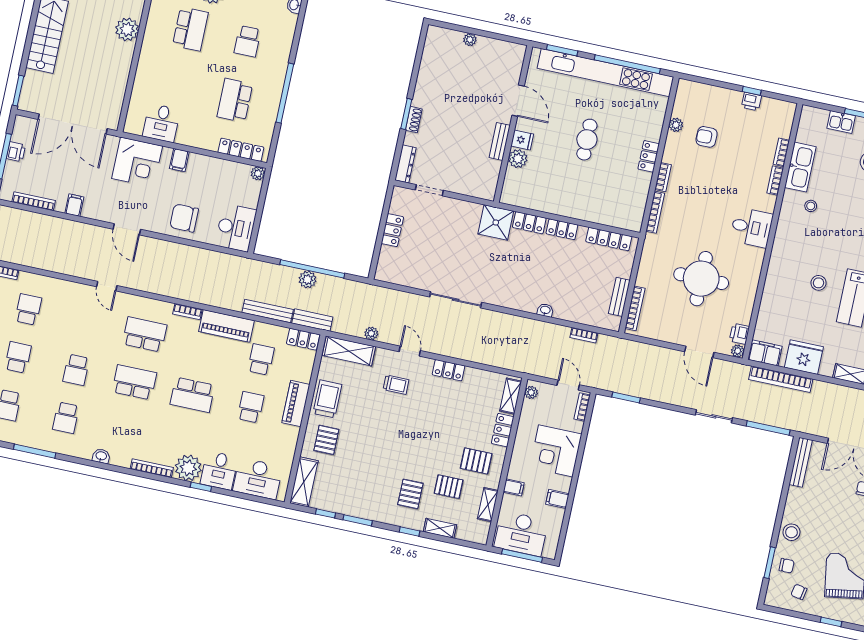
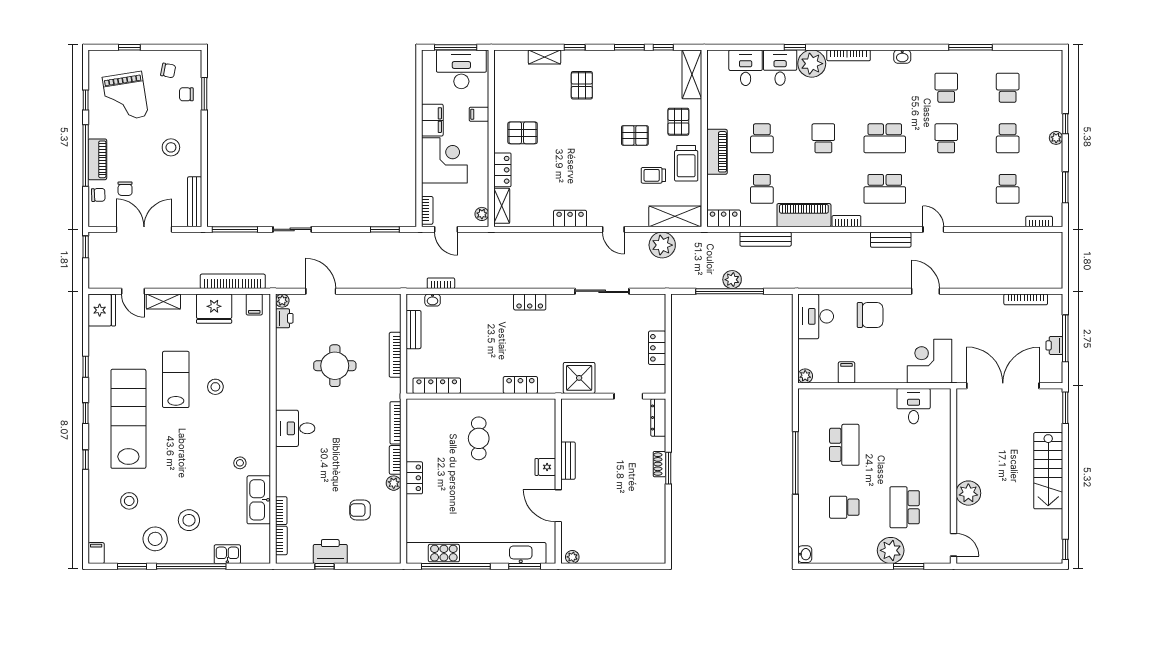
plant: (470, 40) -> (572, 557), moved
school desk: (247, 41) -> (844, 507), turned -90
printer: (751, 101) -> (330, 552), width x1.87, depth x1.48
plant: (676, 125) -> (394, 483), moved
armchair: (707, 137) -> (360, 510), turned 180
cafe table: (587, 140) -> (479, 438), moved
locker: (241, 150) -> (827, 396), removed
plant: (518, 159) -> (546, 447), removed
filing cabinet: (179, 160) -> (846, 372), moved
bookcase: (775, 181) -> (281, 540), moved
filing cabinet: (74, 205) -> (984, 304), removed
shower: (496, 223) -> (579, 378), moved
locker: (562, 229) -> (530, 302), moved, turned 180
round table: (701, 279) -> (335, 366), width x0.73, depth x0.73
sliding door: (456, 300) -> (602, 291), moved
bookcase: (635, 308) -> (395, 355), moved
washbasin: (545, 310) -> (433, 300), moved
bench: (312, 320) -> (891, 240), moved
plant: (371, 333) -> (662, 245), width x1.88, depth x1.88
filing cabinet: (765, 353) -> (254, 304), width x0.50
trolley: (396, 385) -> (653, 175), moved
school desk: (192, 395) -> (823, 138), width x0.54
desk: (258, 479) -> (746, 68), width x0.73
pallet: (449, 487) -> (635, 135), moved
filing cabinet: (557, 499) -> (432, 120), width x2.00
shelving: (488, 505) -> (501, 91), removed
stool: (791, 532) -> (171, 147), moved

